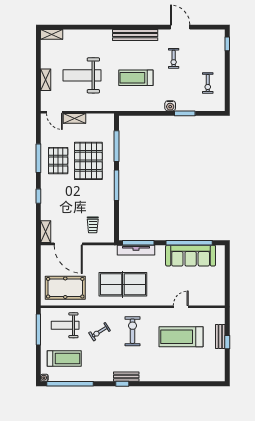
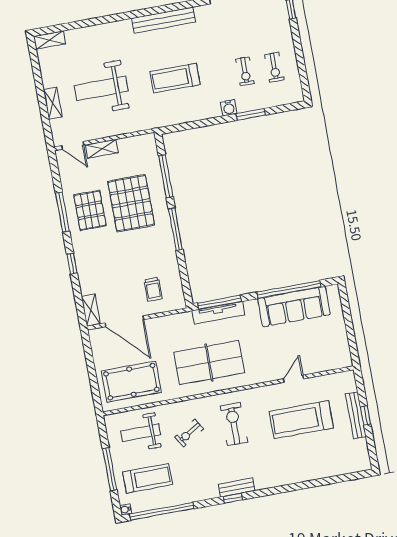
exercise bike: (174, 58) -> (245, 71), moved
window: (38, 329) -> (110, 469), moved
bench: (220, 336) -> (356, 415), width x1.36

